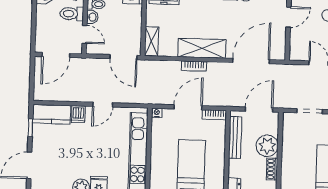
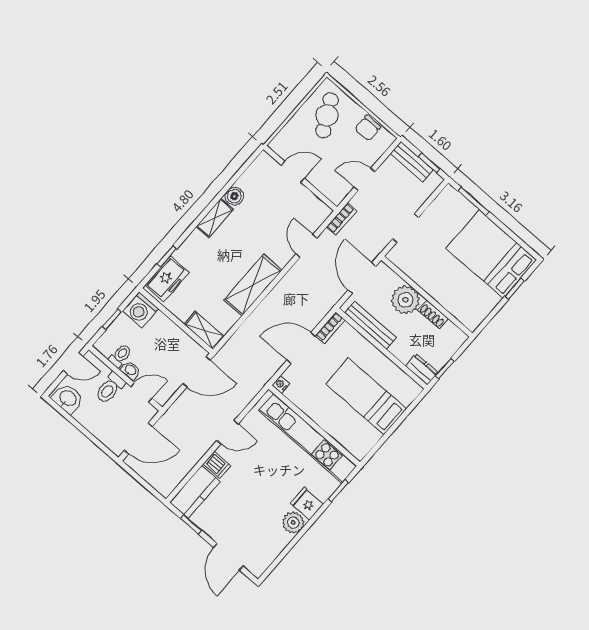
door: (288, 17) -> (293, 172), hinge flipped
door: (56, 55) -> (138, 438), hinge flipped
door: (251, 61) -> (306, 246), width x0.53
bookcase: (194, 66) -> (342, 219), moved
door: (103, 105) -> (228, 432), hinge flipped
door: (188, 107) -> (301, 348), hinge flipped

